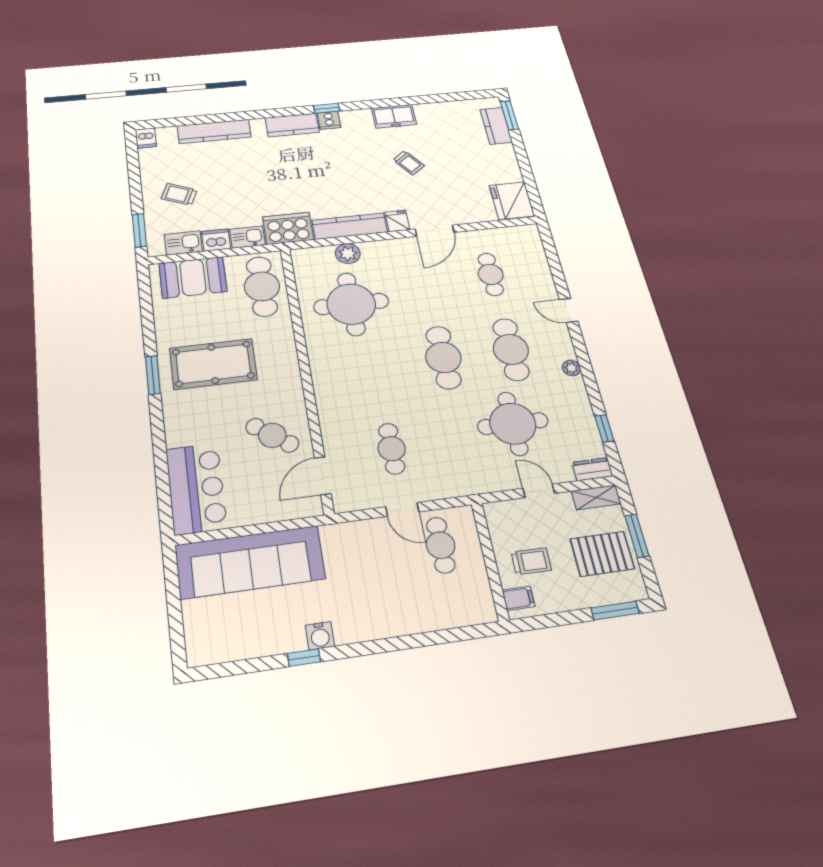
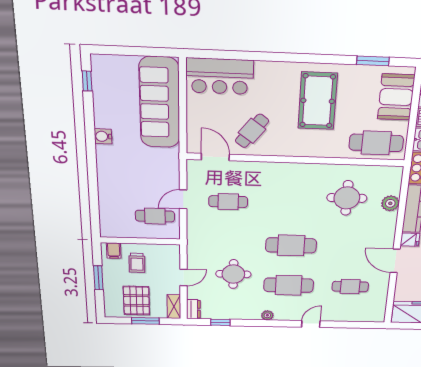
round table: (351, 304) -> (347, 198), width x0.73, depth x0.73
window: (153, 375) -> (373, 61), moved
round table: (513, 424) -> (233, 274), width x0.73, depth x0.73
window: (615, 611) -> (98, 278), moved
window: (304, 658) -> (87, 81), moved

